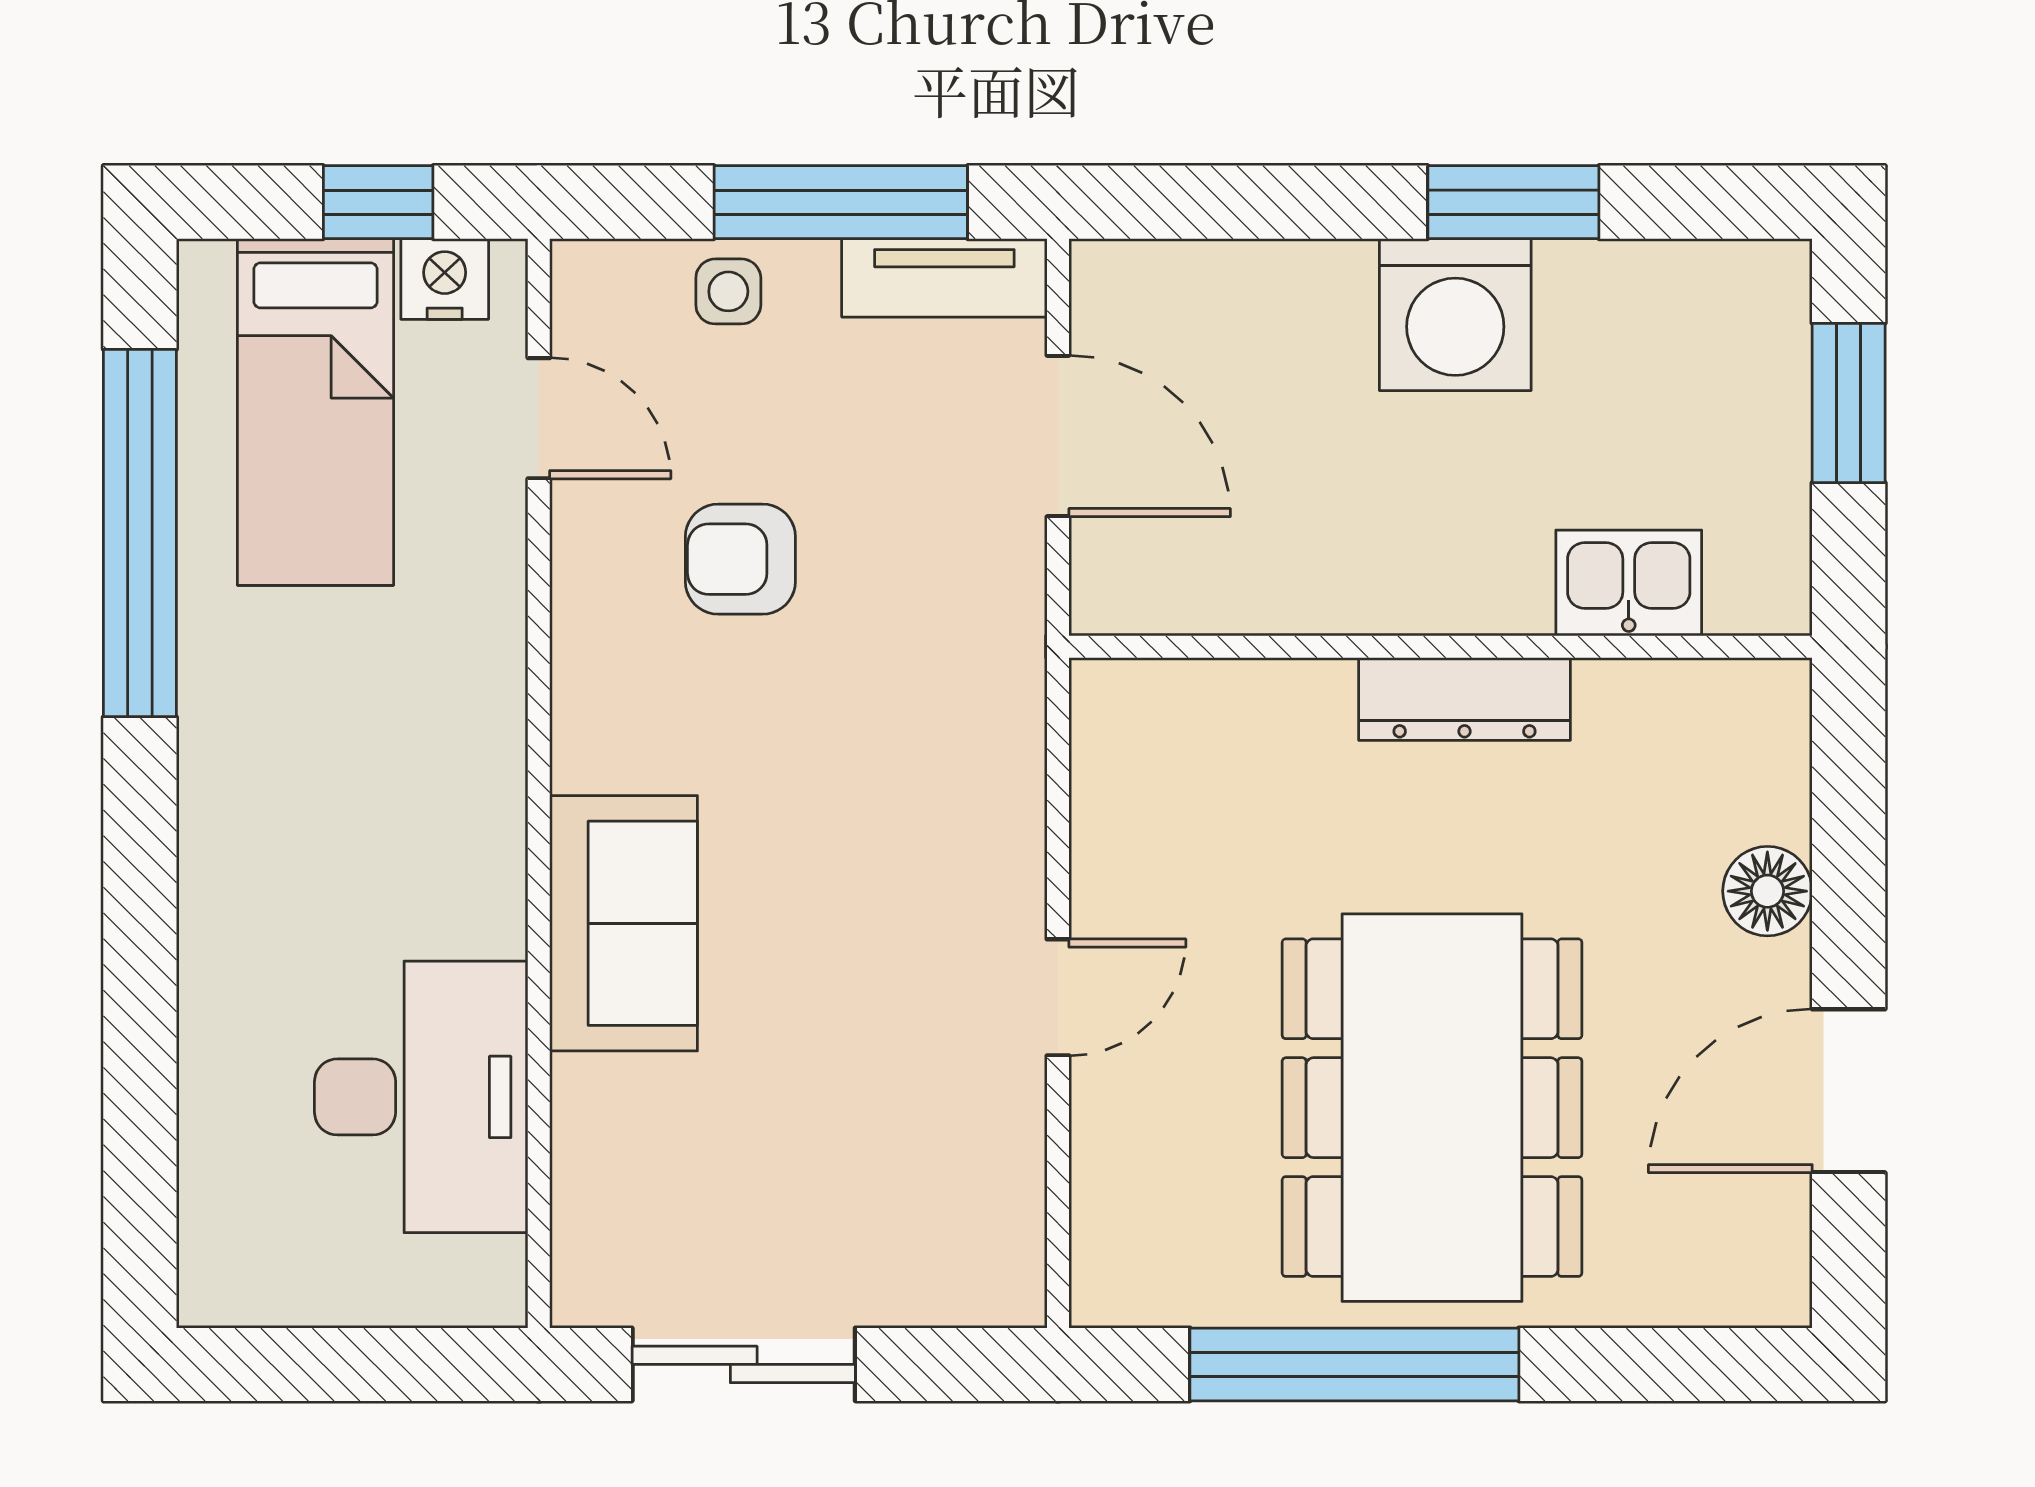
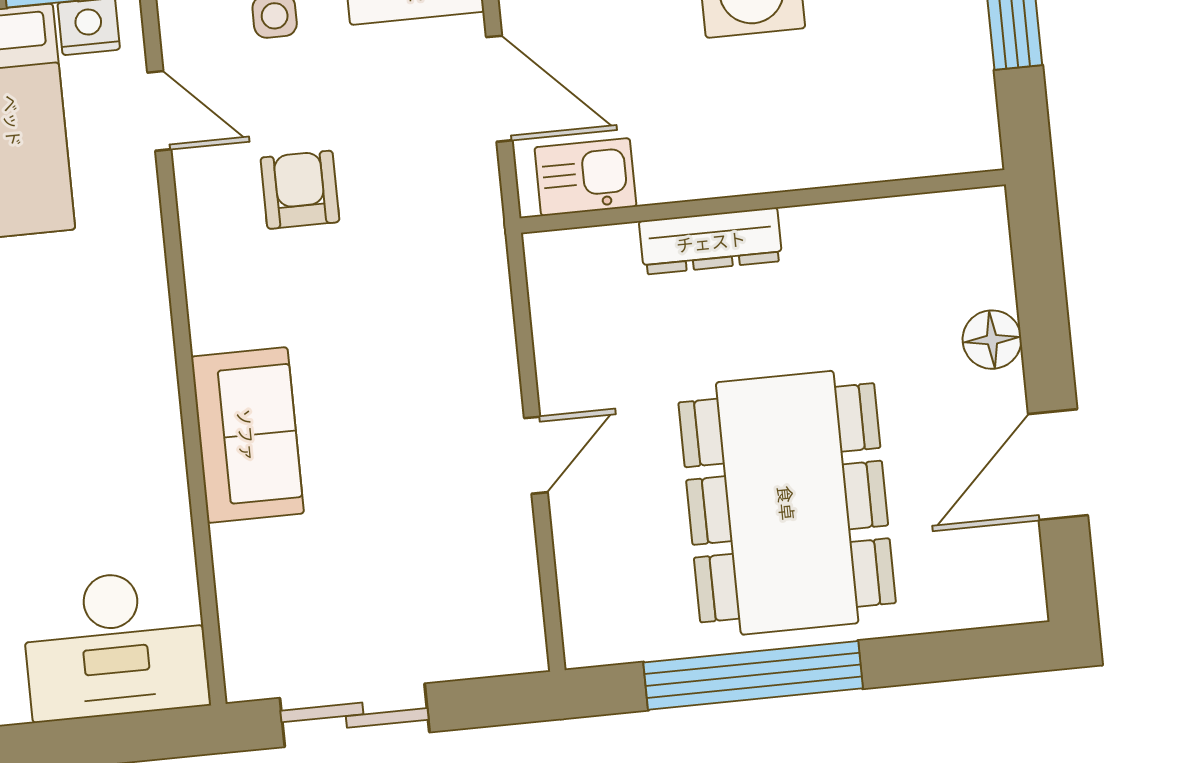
armchair: (740, 559) -> (300, 190), turned 90
kitchen sink: (1629, 583) -> (585, 177), moved
dresser: (1465, 699) -> (711, 241), moved
desk: (421, 1097) -> (115, 645), moved, turned 90

